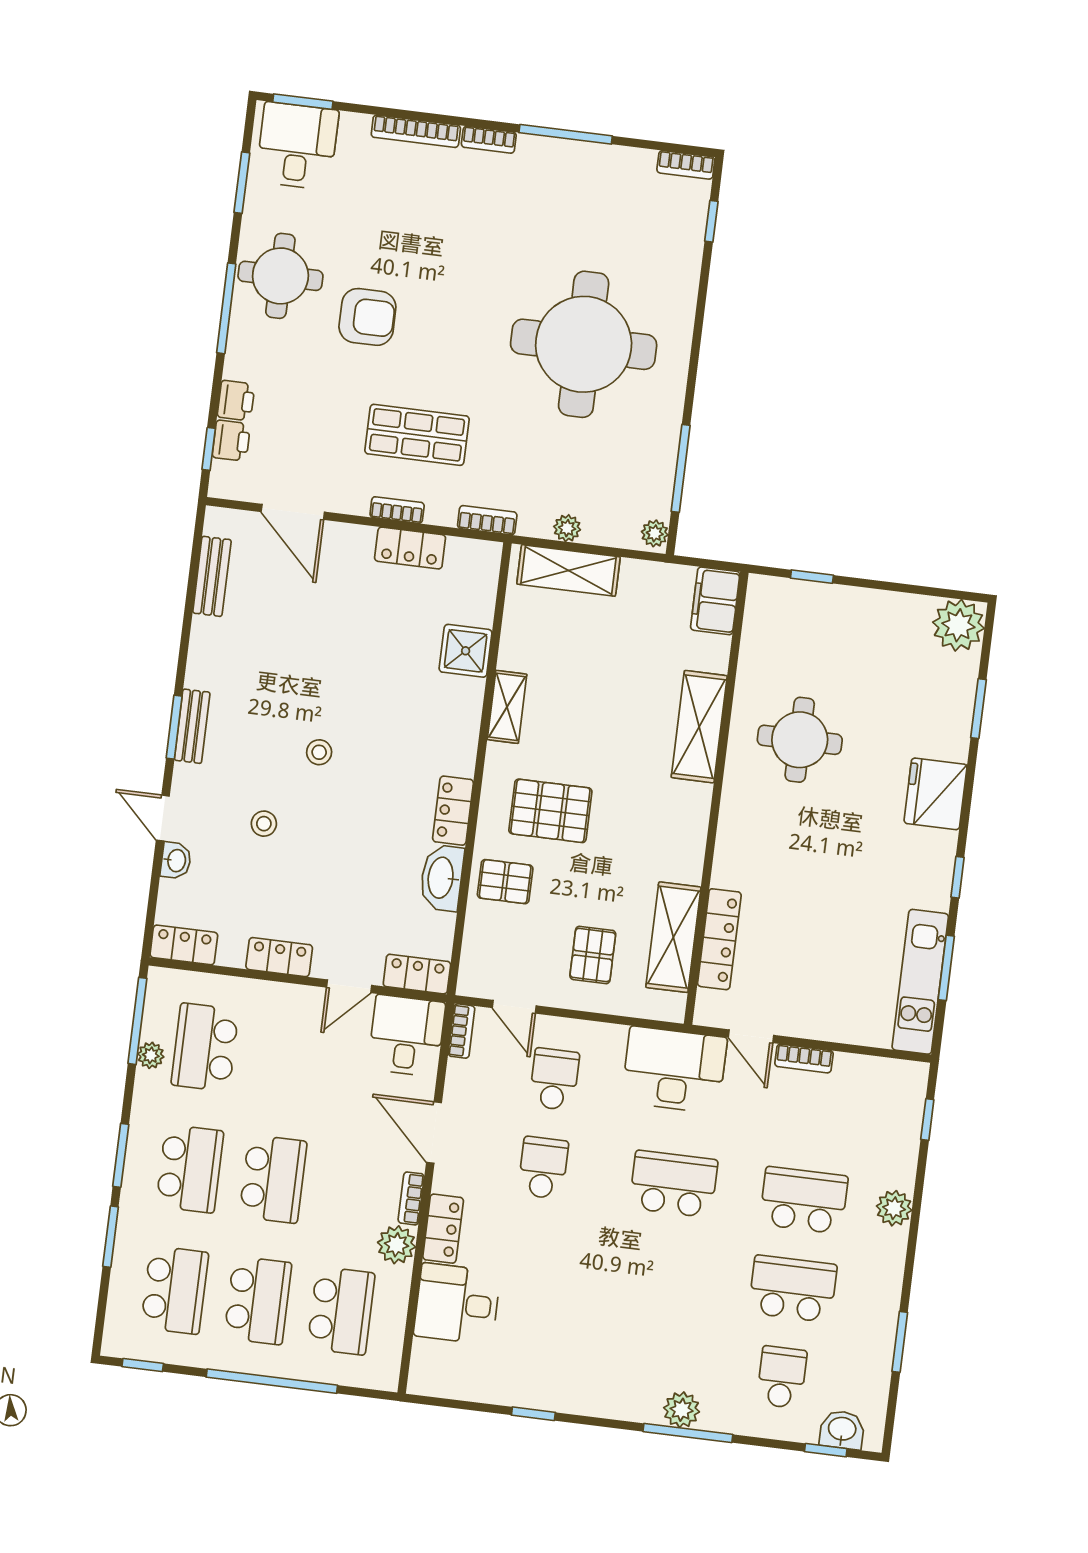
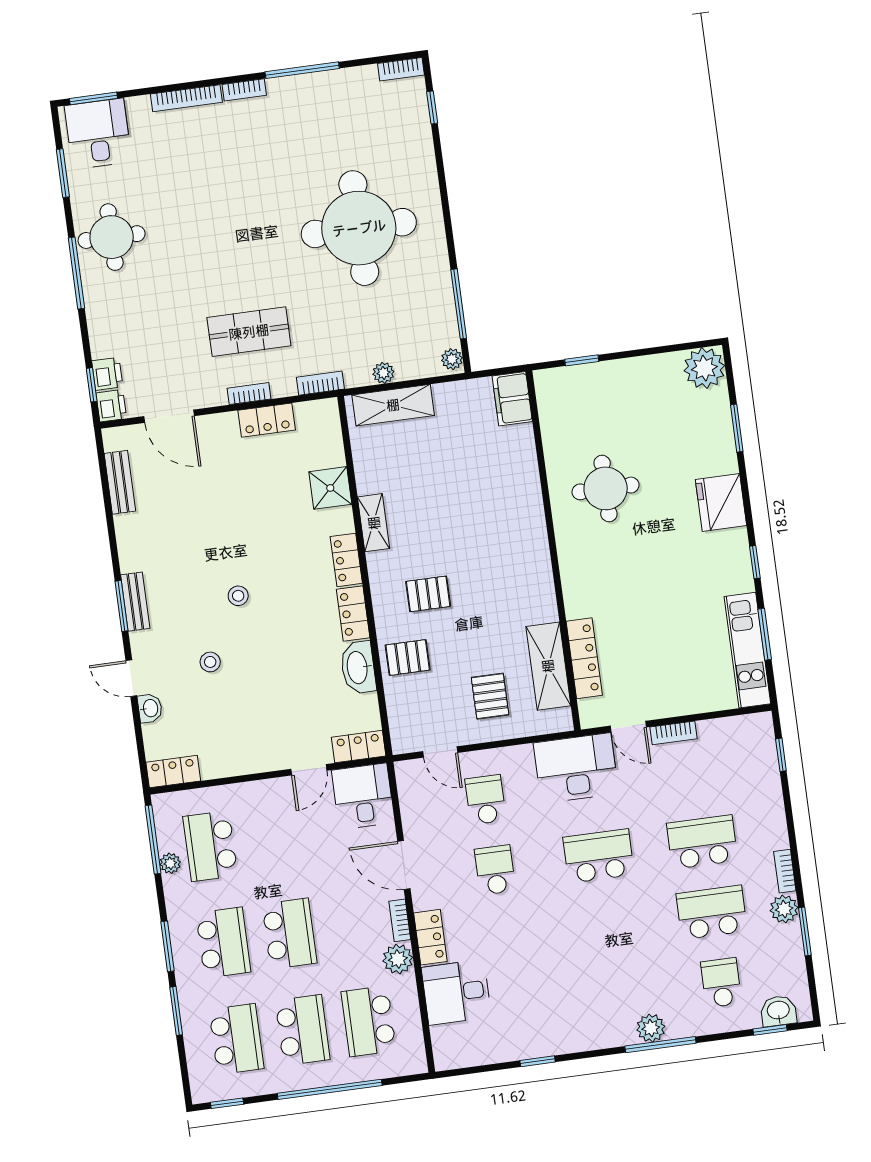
armchair: (367, 317) -> (187, 251), removed
printer: (236, 401) -> (111, 406), moved
shelving: (699, 727) -> (525, 499), removed
pallet: (550, 811) -> (428, 594), width x0.67, depth x0.71
locker: (279, 957) -> (346, 560), moved, turned -90
bookcase: (461, 1031) -> (785, 871), moved, turned 180
plant: (894, 1208) -> (784, 909), moved
school desk: (341, 1311) -> (369, 1021), turned 180

